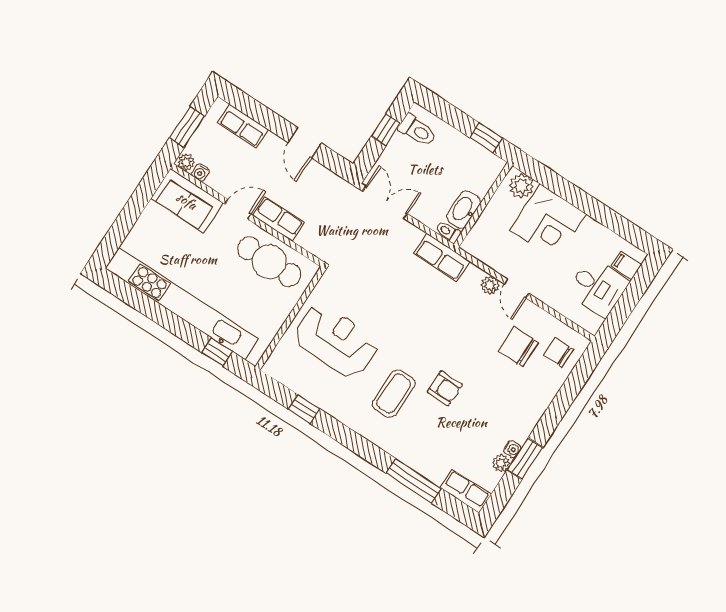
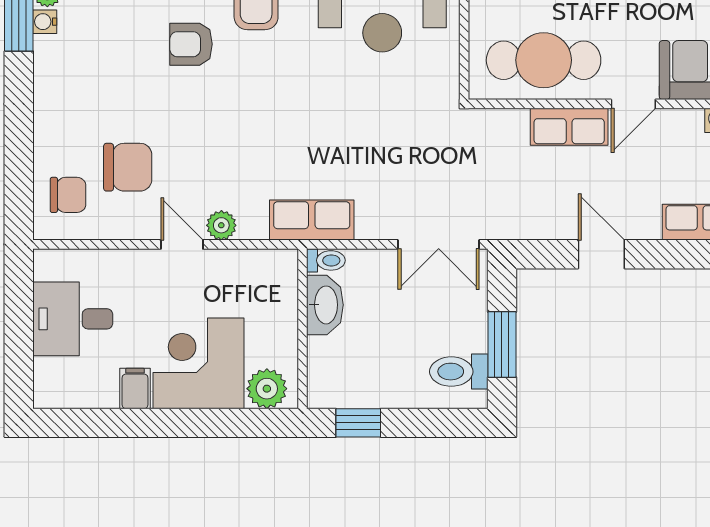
window: (386, 130) -> (502, 345), width x1.50
filing cabinet: (626, 265) -> (135, 388), moved, turned -90

